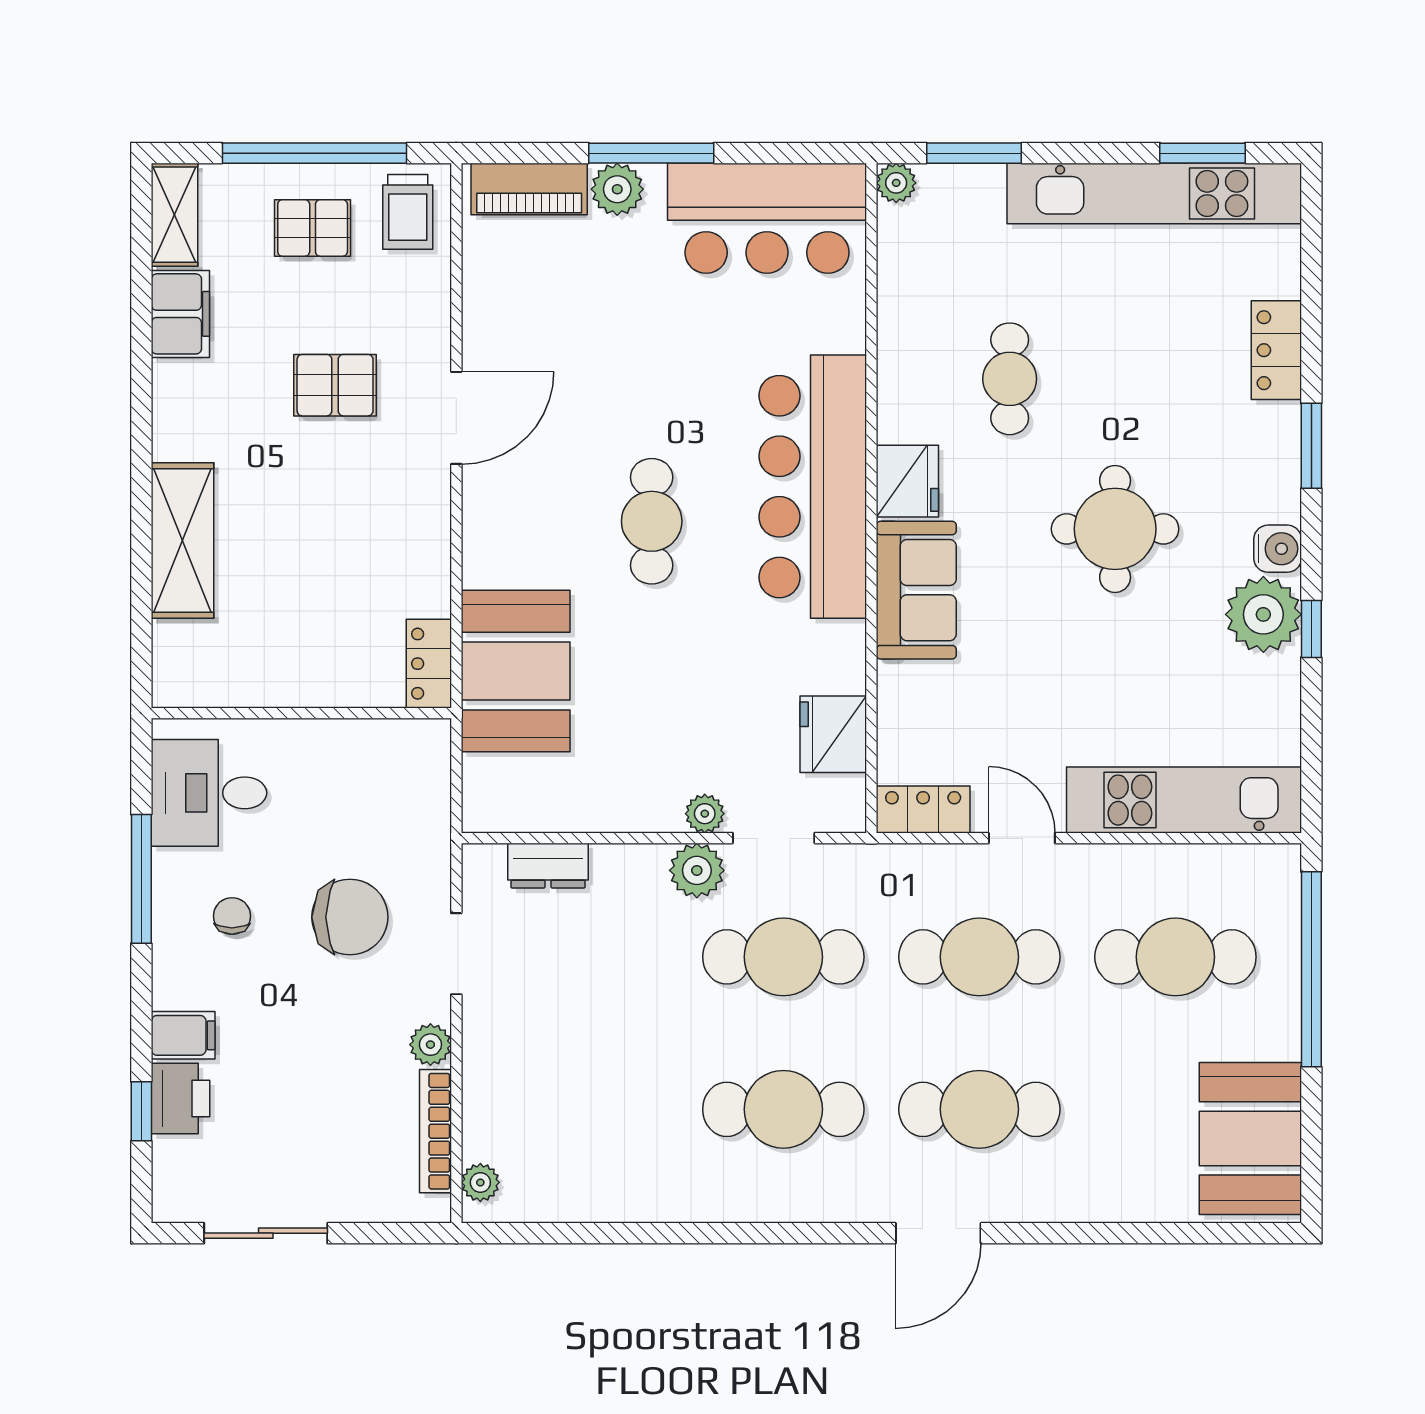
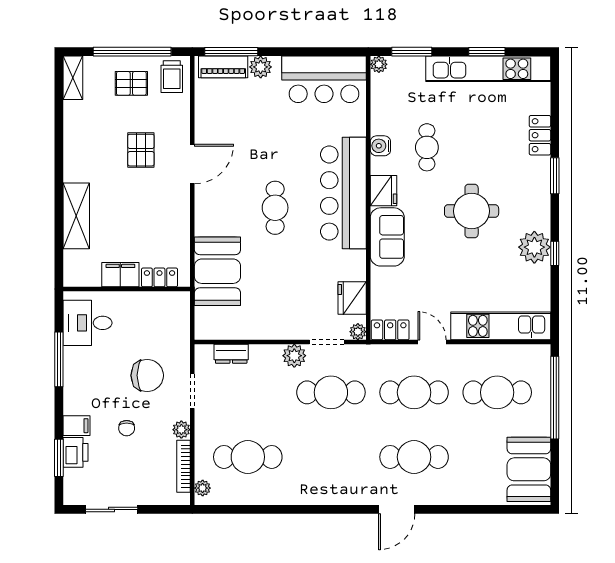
window: (651, 153) -> (231, 52), moved
window: (1203, 153) -> (487, 52), moved
filing cabinet: (180, 314) -> (120, 275), moved, turned -90
pallet: (335, 385) -> (141, 150), turned 90
water cooler: (1278, 549) -> (380, 146), moved, turned 180
locker: (429, 664) -> (159, 277), moved, turned 90
plant: (705, 814) -> (358, 332), moved
chair: (232, 916) -> (127, 428), moved, turned 180
cafe table: (783, 1109) -> (248, 457), moved
window: (141, 1111) -> (59, 458), width x1.50

